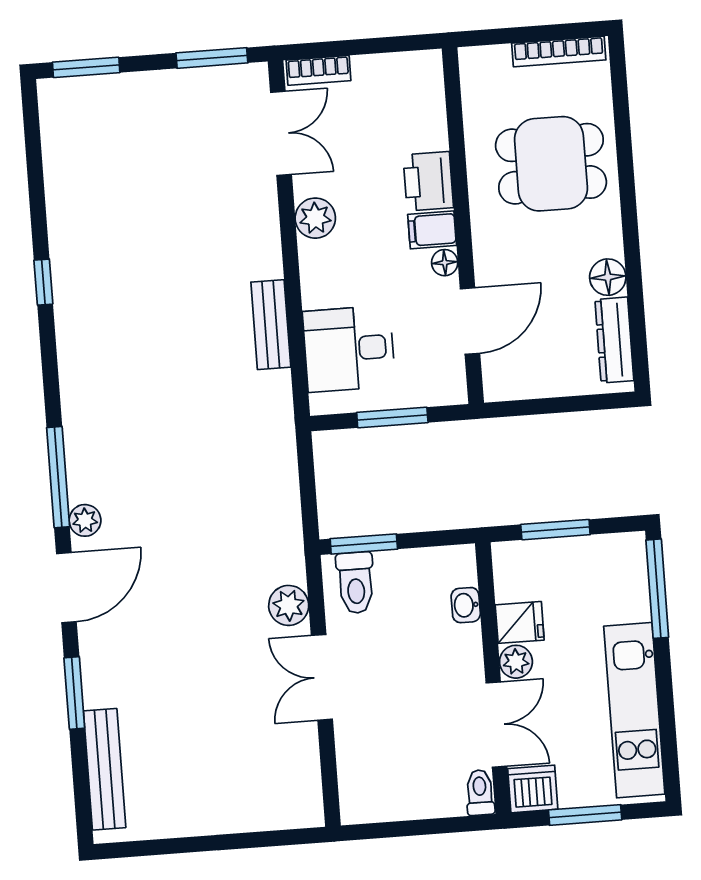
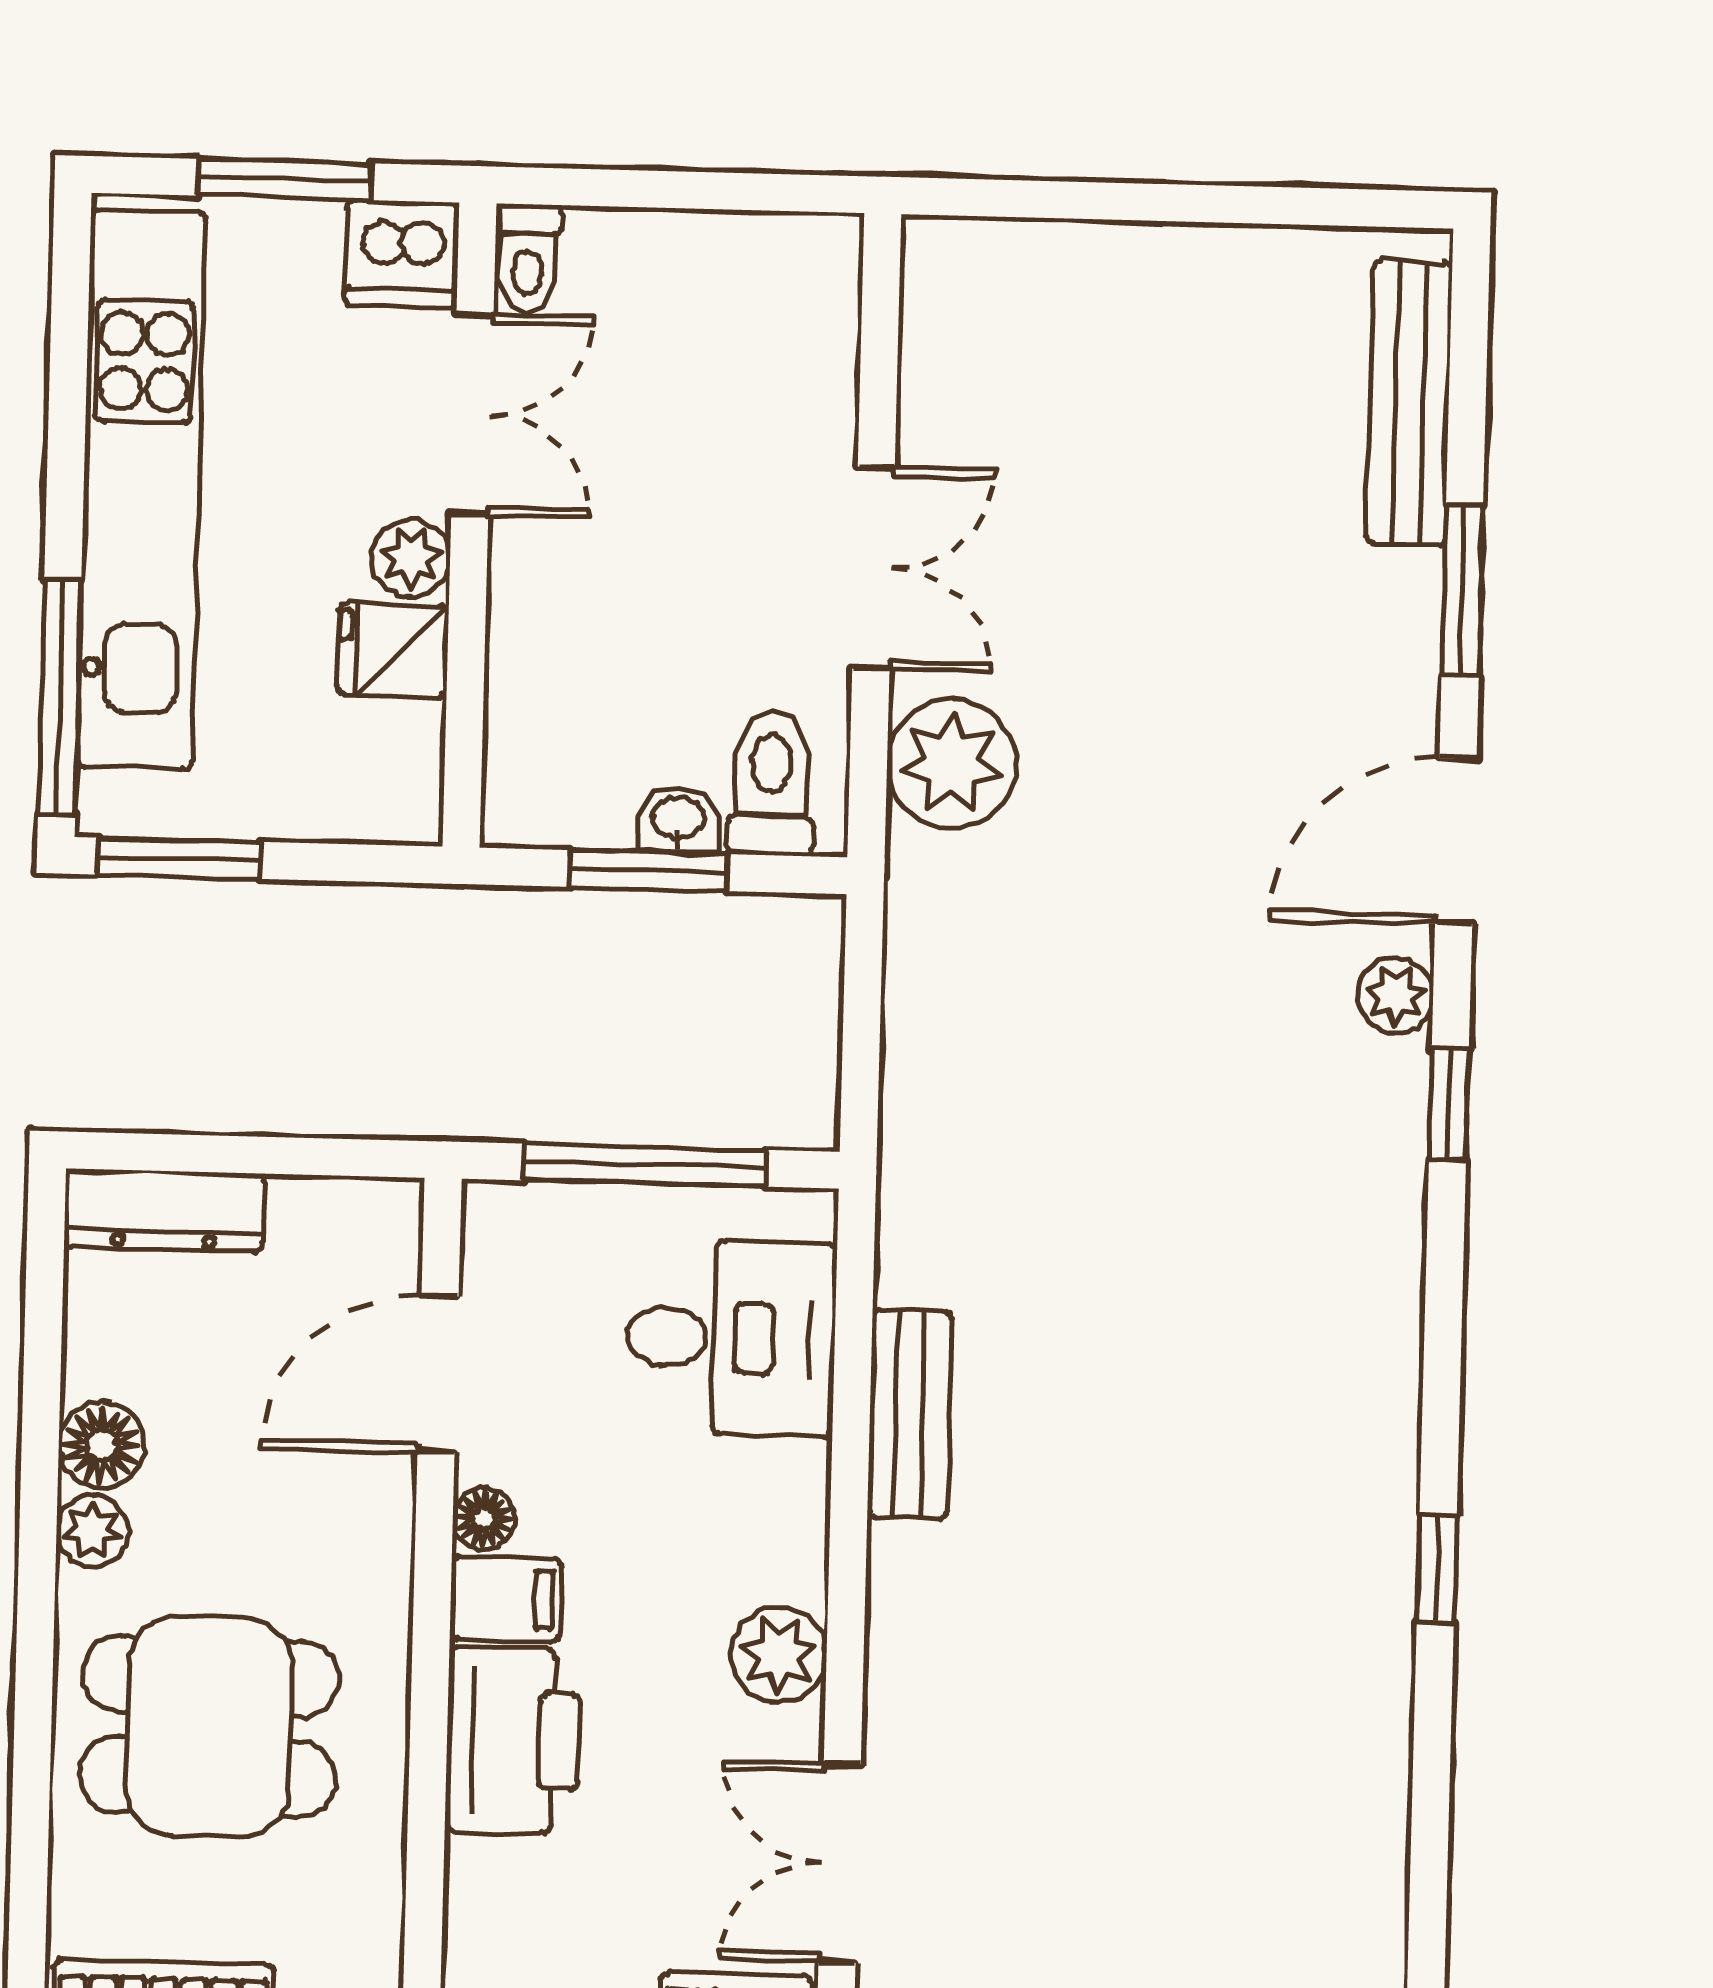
printer: (428, 181) -> (513, 1740), width x1.37, depth x1.19
plant: (608, 241) -> (92, 1531), added
dresser: (614, 340) -> (164, 1210), moved, turned 90
window: (392, 417) -> (645, 1165), width x1.44
window: (58, 477) -> (1449, 1104), width x0.46
window: (555, 530) -> (179, 858), moved
window: (364, 544) -> (649, 871), moved
plant: (289, 605) -> (952, 764), width x1.36, depth x1.36
washbasin: (466, 605) -> (678, 820), moved, turned -90
kitchen unit: (634, 710) -> (141, 490), width x1.36
double door: (496, 725) -> (472, 414), swing flipped

